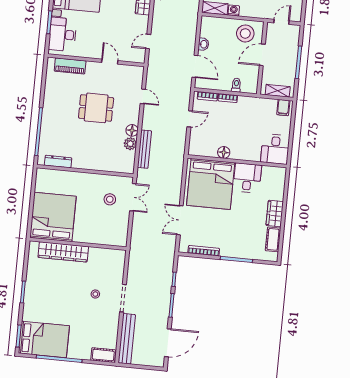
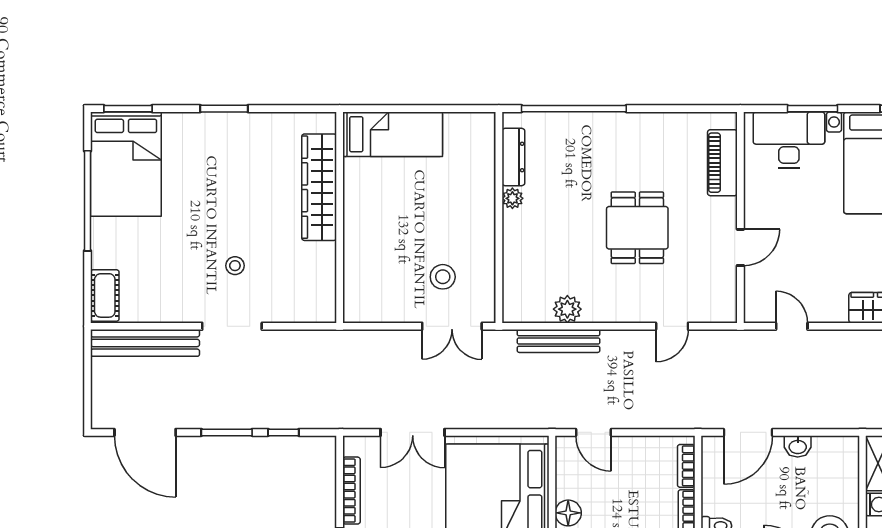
door: (190, 119) -> (593, 432), moved
floor lamp: (132, 130) -> (596, 310), removed
plant: (77, 164) -> (512, 198), added
bed: (53, 217) -> (393, 134), width x0.49
double door: (180, 220) -> (413, 432), swing flipped

